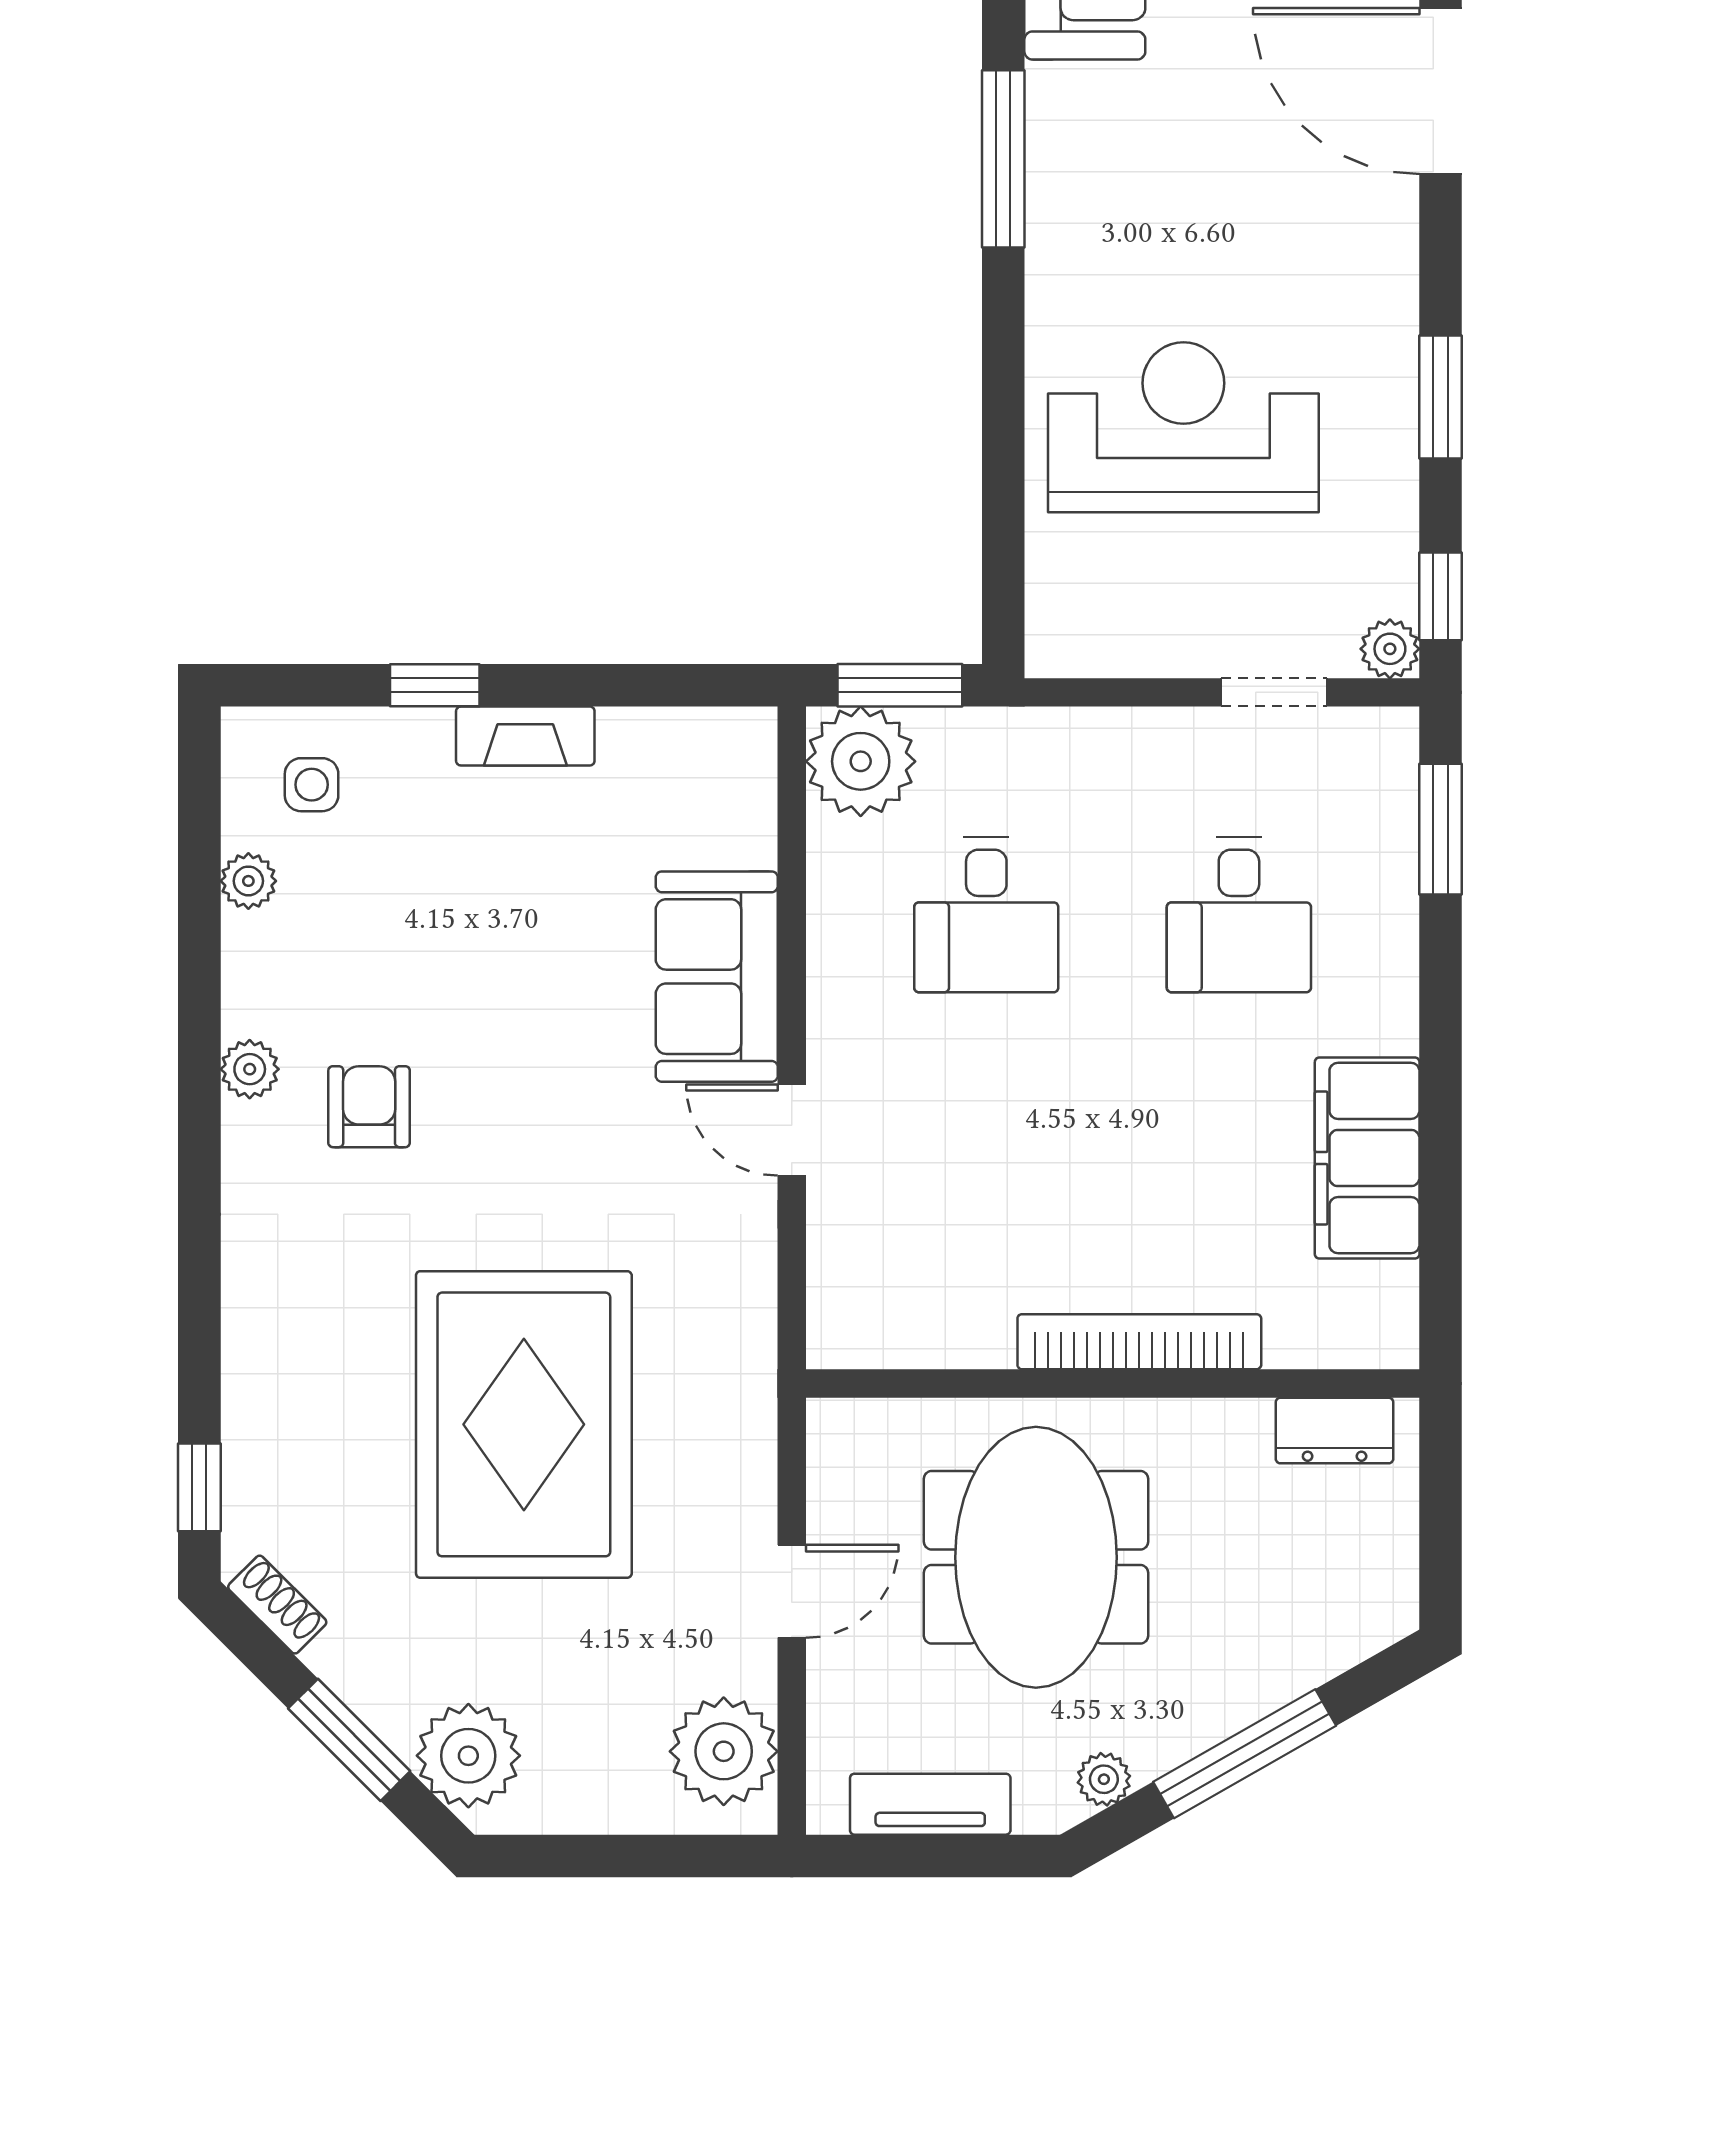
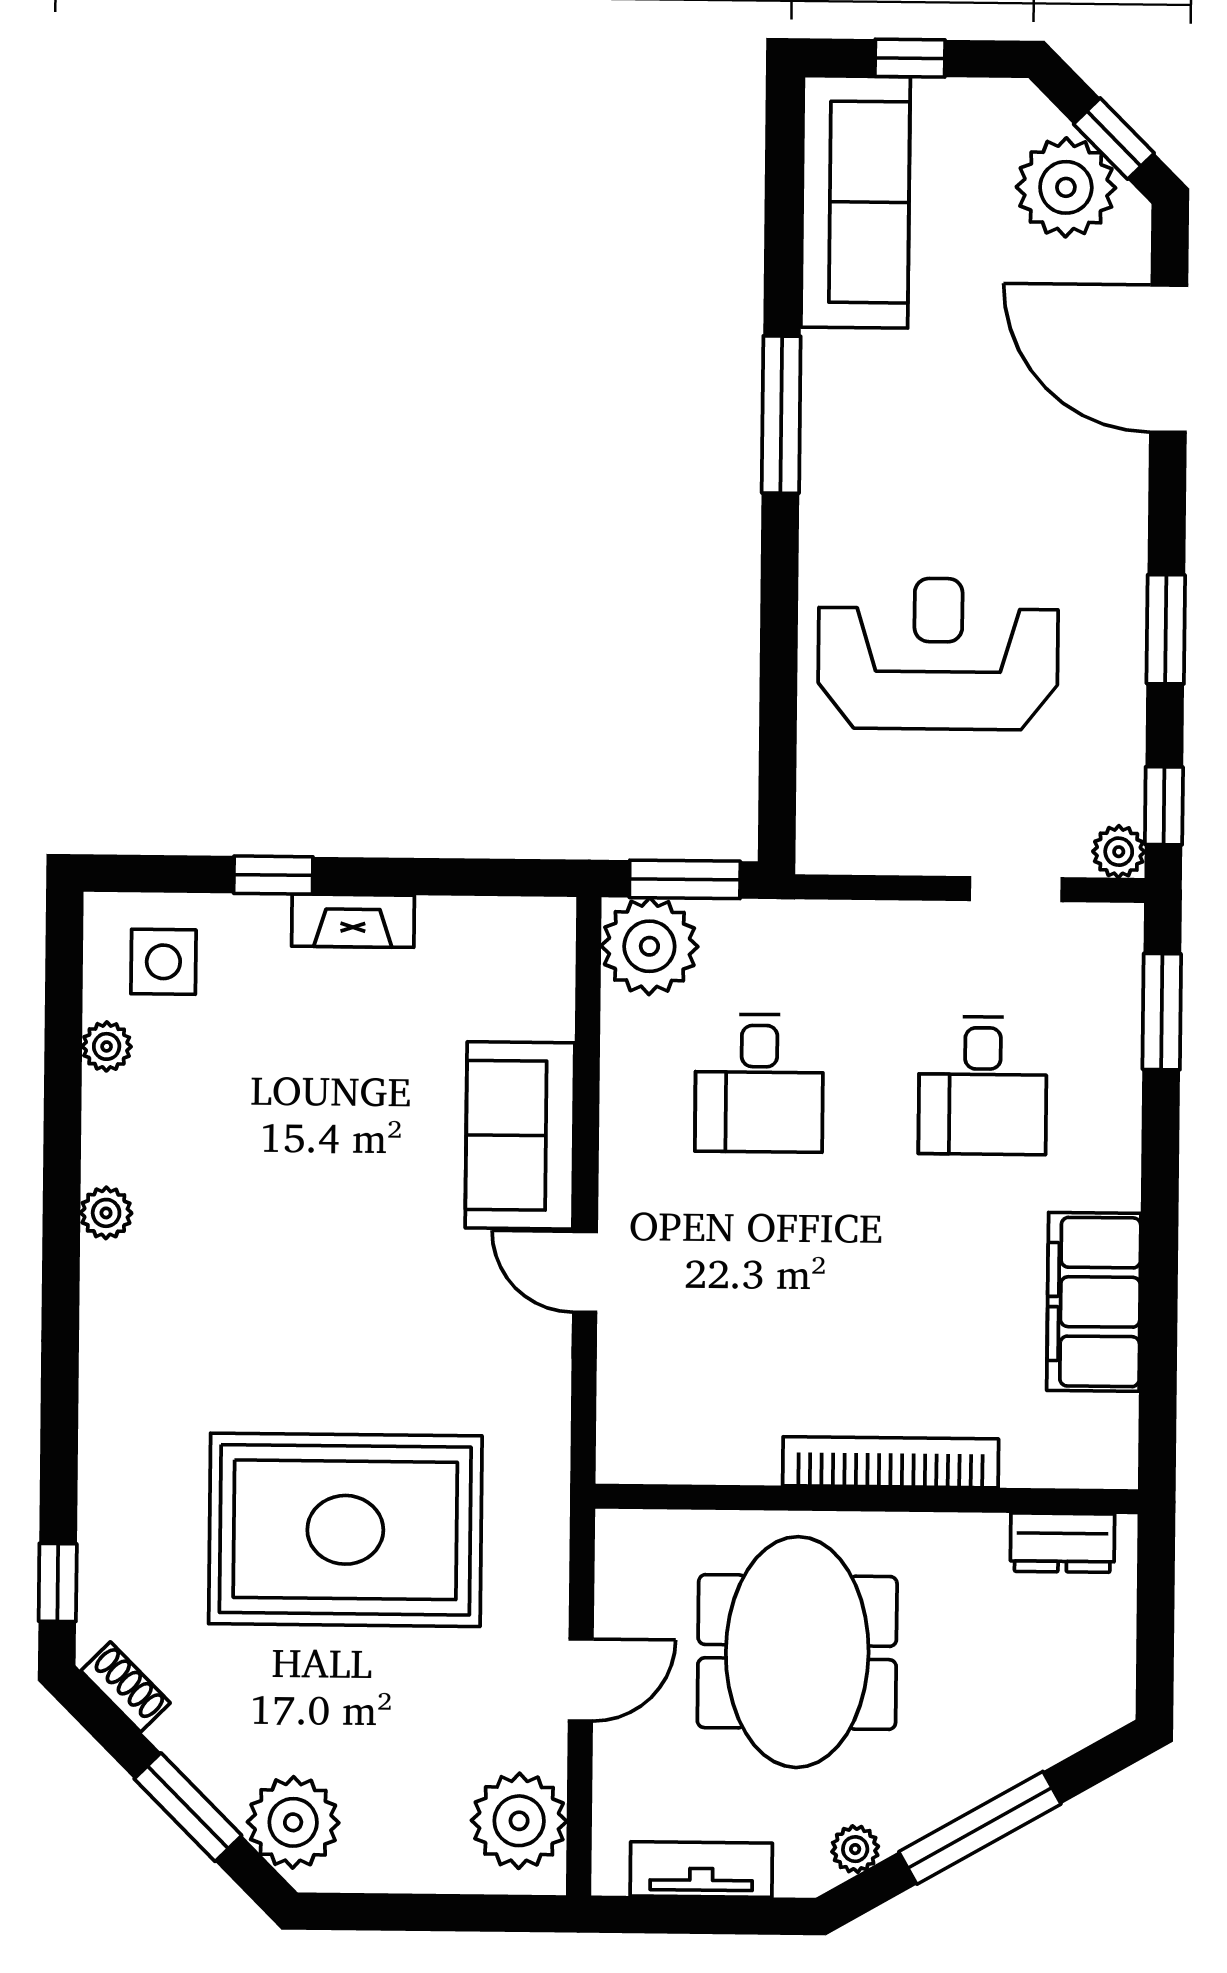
side table: (312, 785) -> (163, 962), width x1.37, depth x1.37
armchair: (369, 1107) -> (211, 1247), removed
rug: (524, 1424) -> (345, 1530), turned 90

